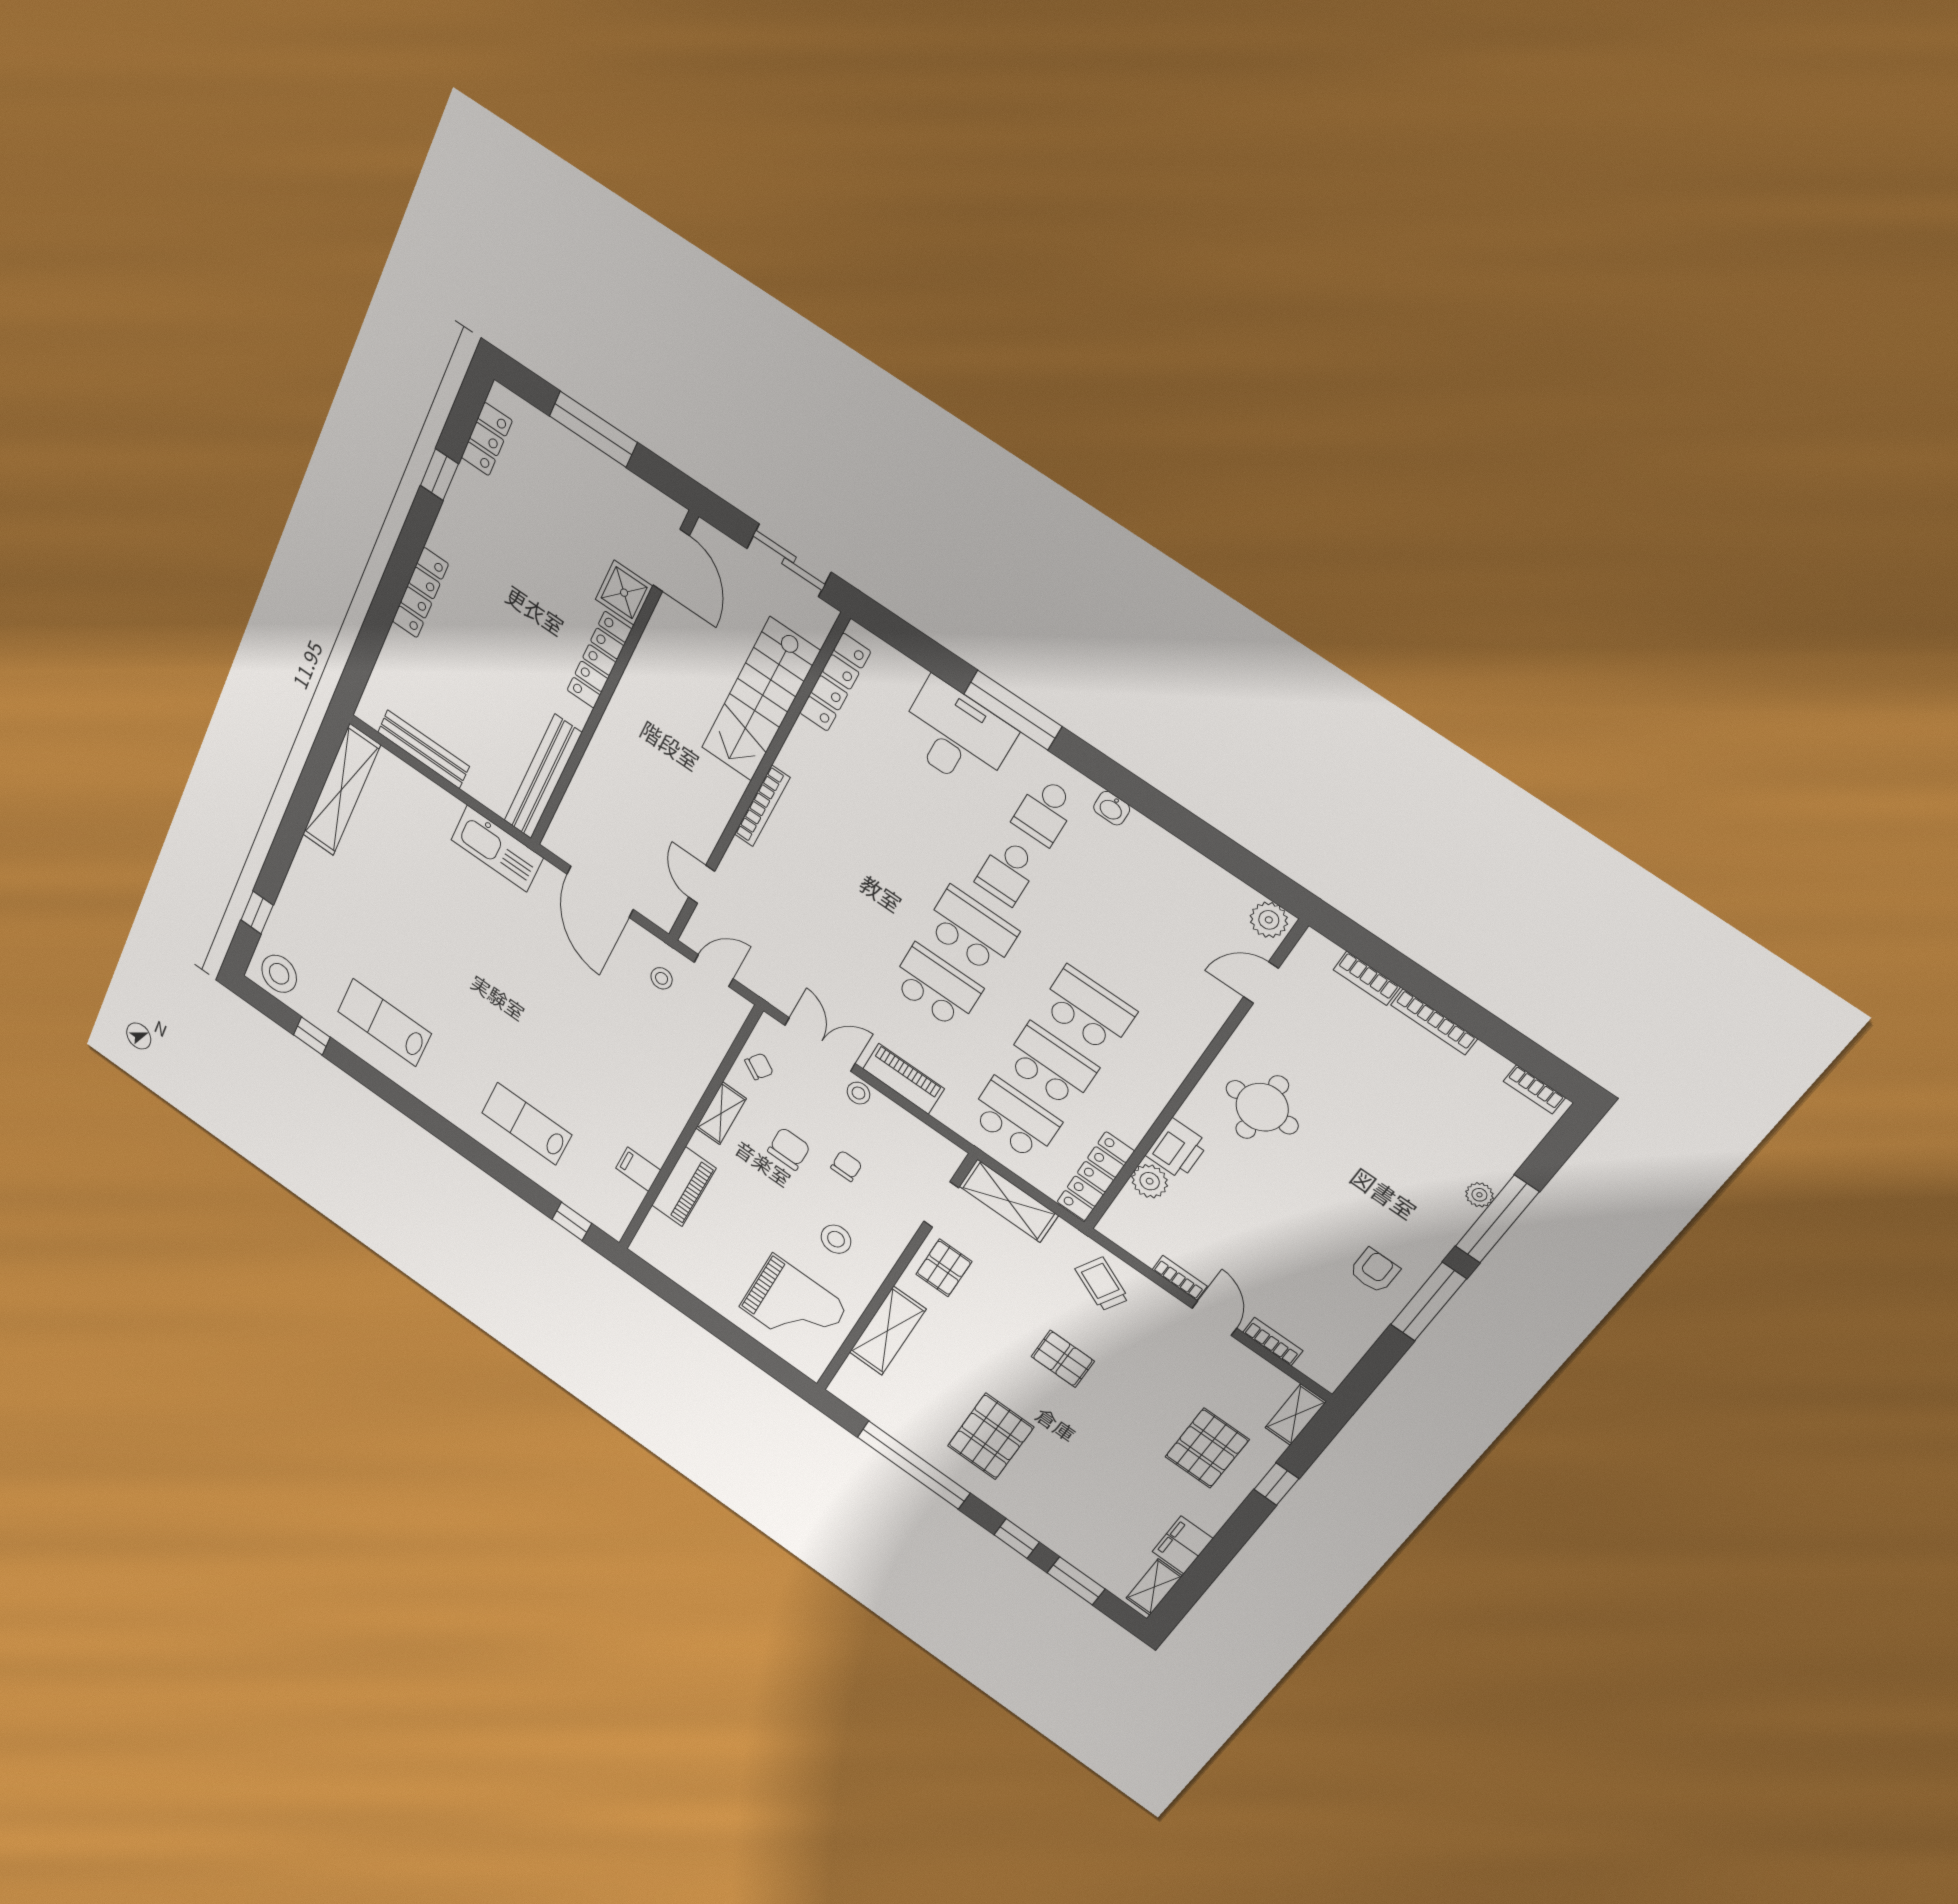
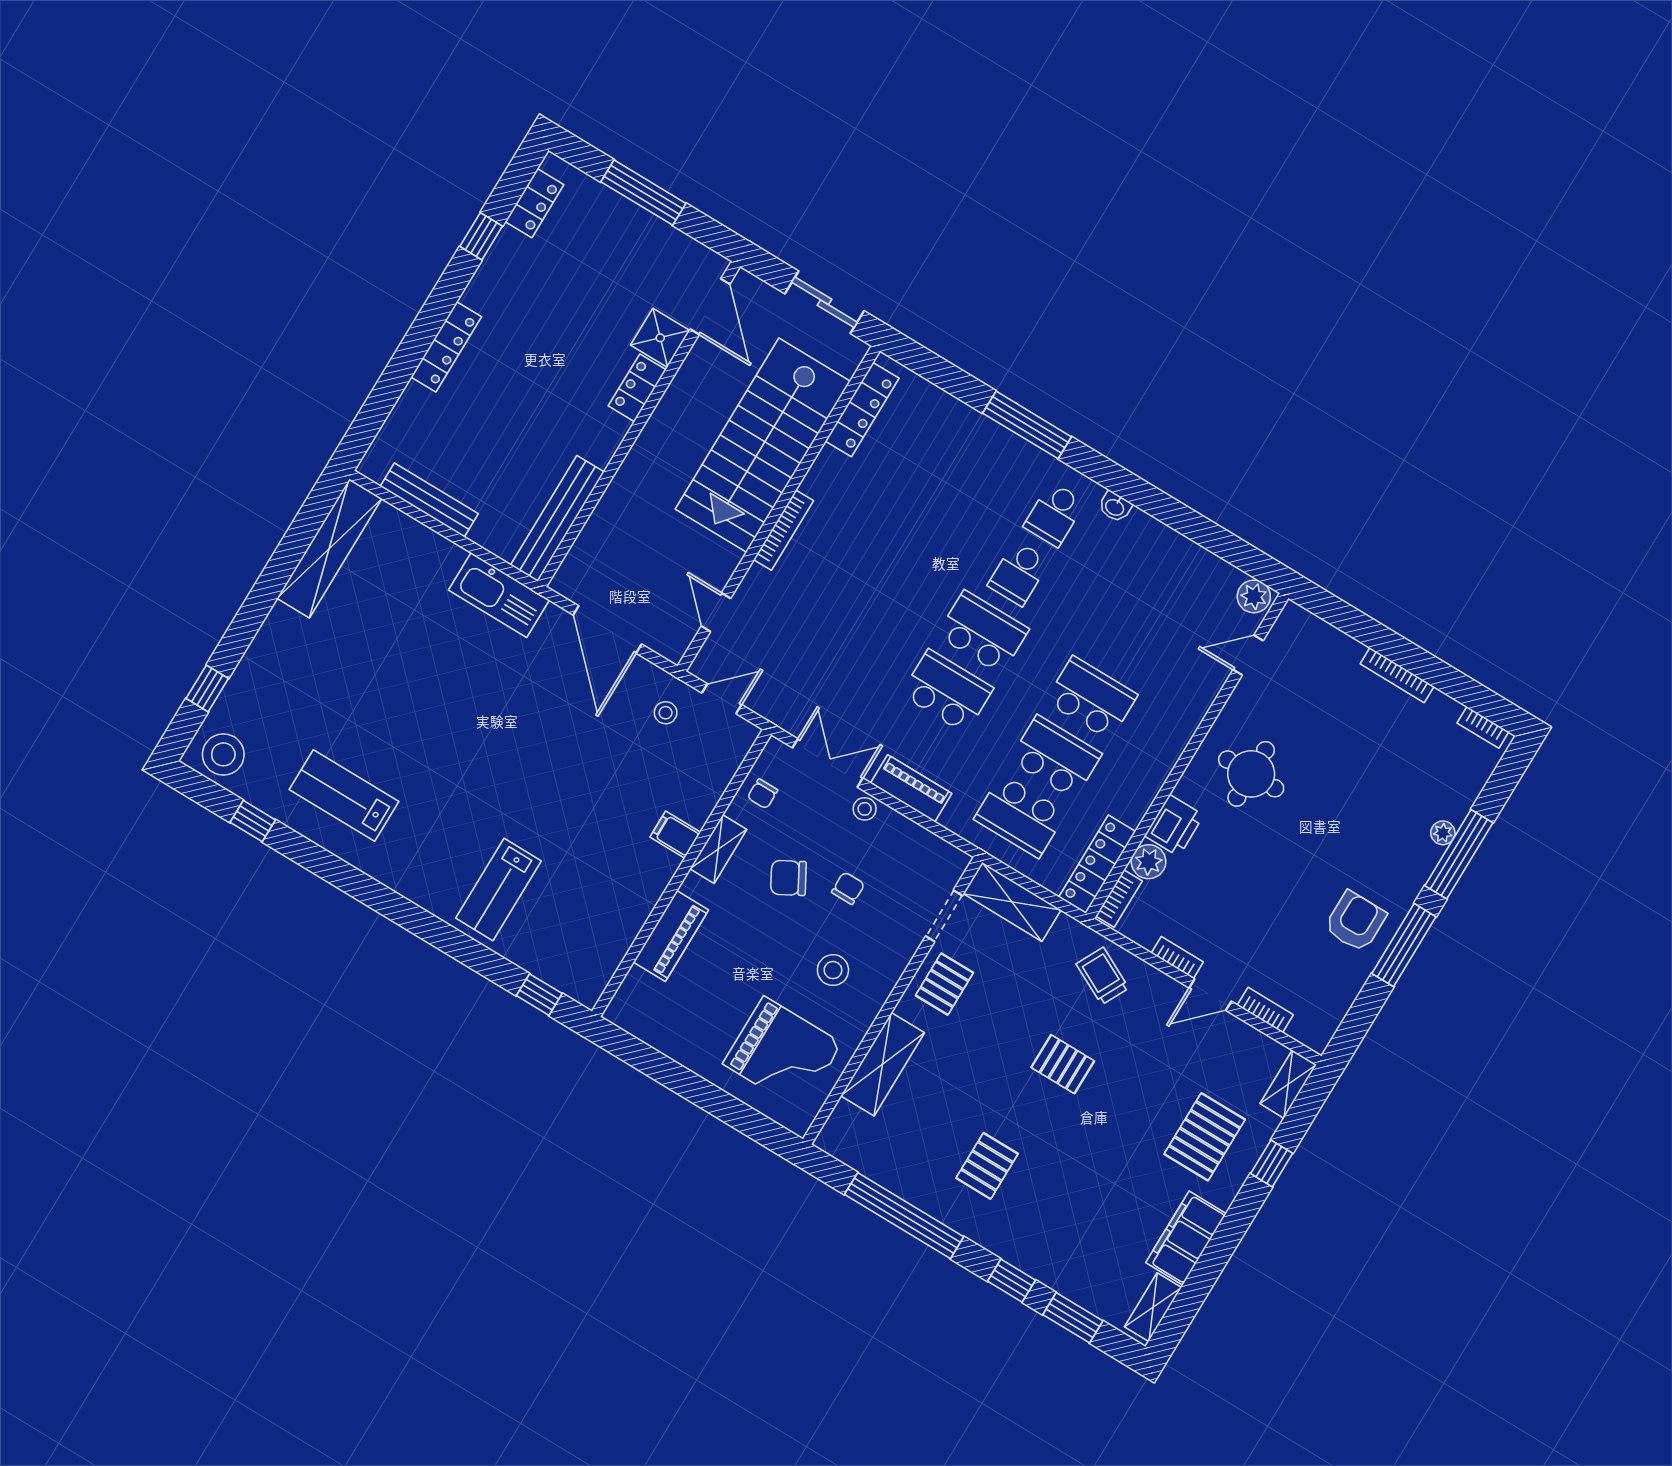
locker: (599, 660) -> (637, 388), width x0.66
stairs: (760, 700) -> (763, 445), width x1.36, depth x1.51
desk: (956, 736) -> (974, 451), removed
bookcase: (1367, 978) -> (1119, 898), moved, turned -90
chair: (759, 1067) -> (763, 794), turned 147
school desk: (1015, 1119) -> (1020, 816), turned 180
lab bench: (527, 1124) -> (499, 889), turned -90
chair: (789, 1149) -> (788, 878), turned -119
filing cabinet: (638, 1169) -> (675, 835), moved
armchair: (1374, 1271) -> (1355, 922), width x1.38, depth x1.38
door: (1214, 1318) -> (1210, 995), swing flipped
pallet: (991, 1437) -> (987, 1166), width x0.67, depth x0.71
filing cabinet: (1183, 1545) -> (1186, 1238), width x1.50, depth x1.17

